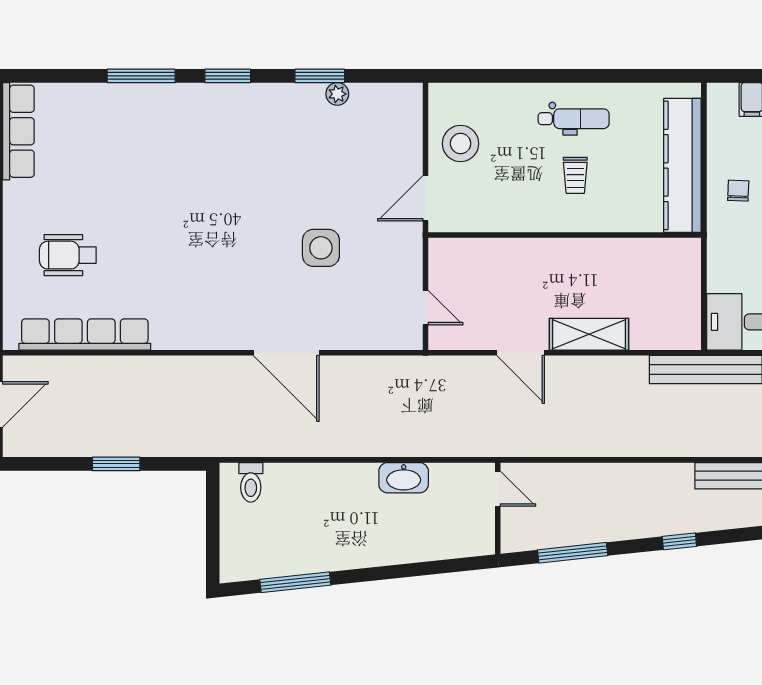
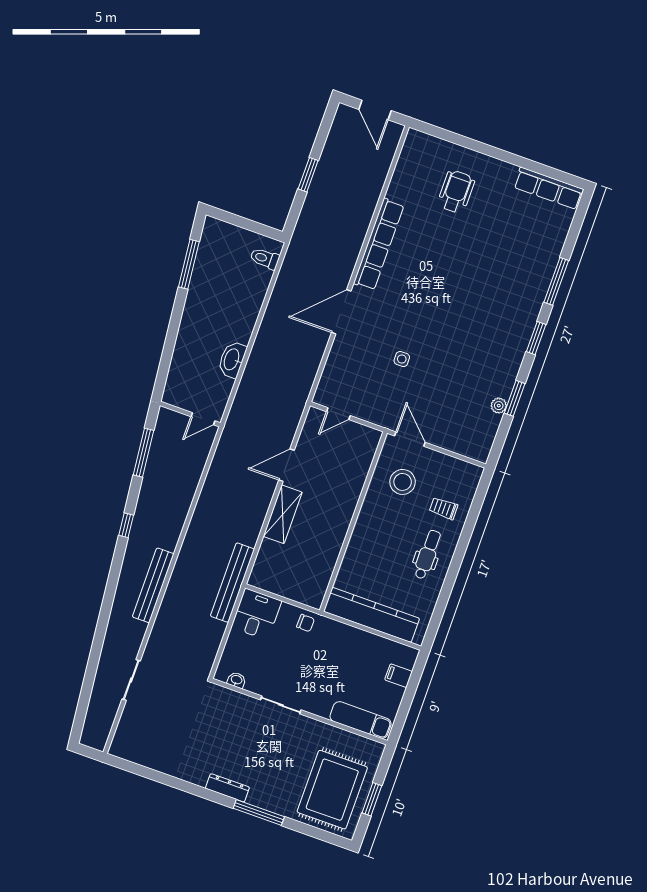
dental chair: (574, 119) -> (427, 555), turned 180
stool: (461, 144) -> (403, 482), moved
trolley: (575, 175) -> (444, 508), moved
chair: (738, 191) -> (306, 623), moved
side table: (321, 248) -> (402, 359), width x0.54, depth x0.54
row of seats: (85, 335) -> (379, 244), moved

